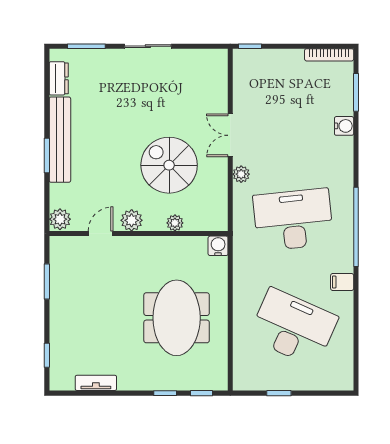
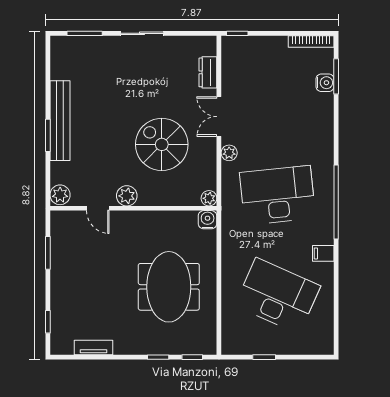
dresser: (59, 78) -> (208, 72), moved, turned 180
water cooler: (344, 126) -> (325, 83), moved
plant: (175, 223) -> (209, 198), moved
door: (101, 234) -> (98, 208), swing flipped

